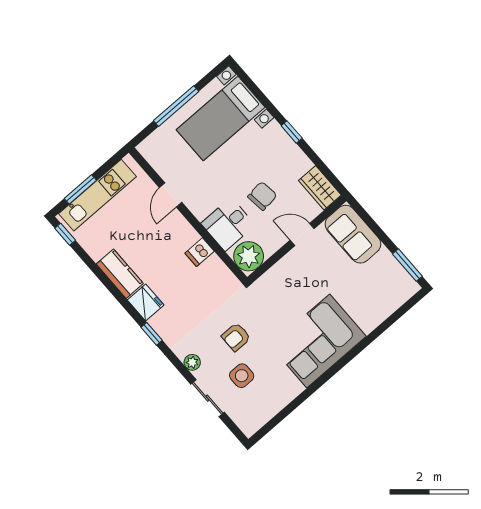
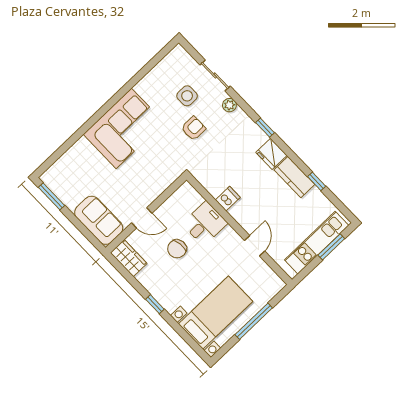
window: (65, 234) -> (317, 181), moved
plant: (249, 256) -> (186, 197), removed

